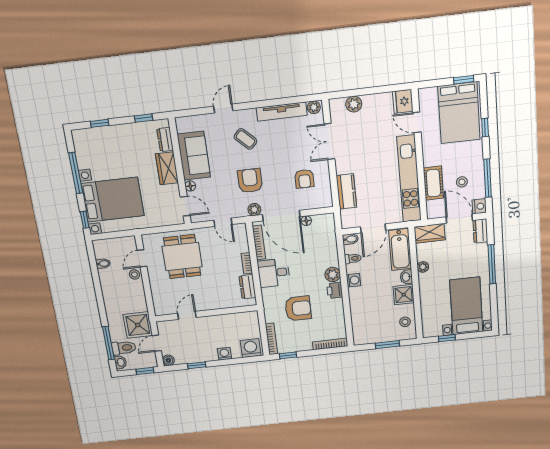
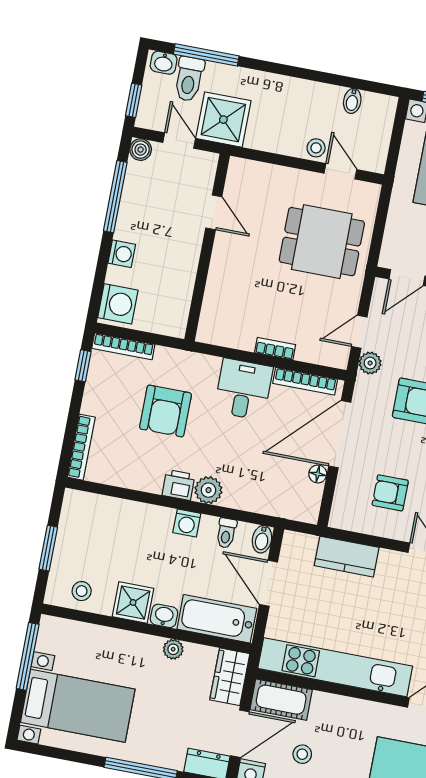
cot: (433, 183) -> (281, 700), moved
plant: (254, 210) -> (370, 363), moved
dresser: (247, 287) -> (233, 336), removed
window: (447, 338) -> (28, 656), width x2.17
window: (197, 365) -> (115, 197), width x2.17

